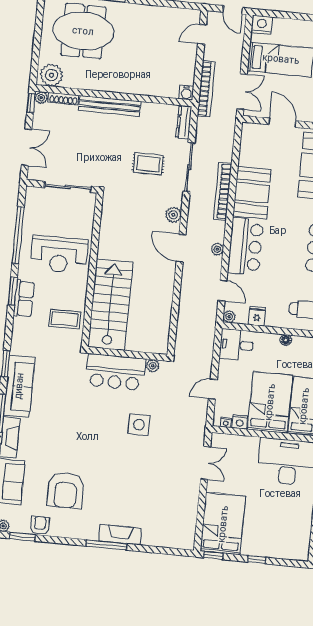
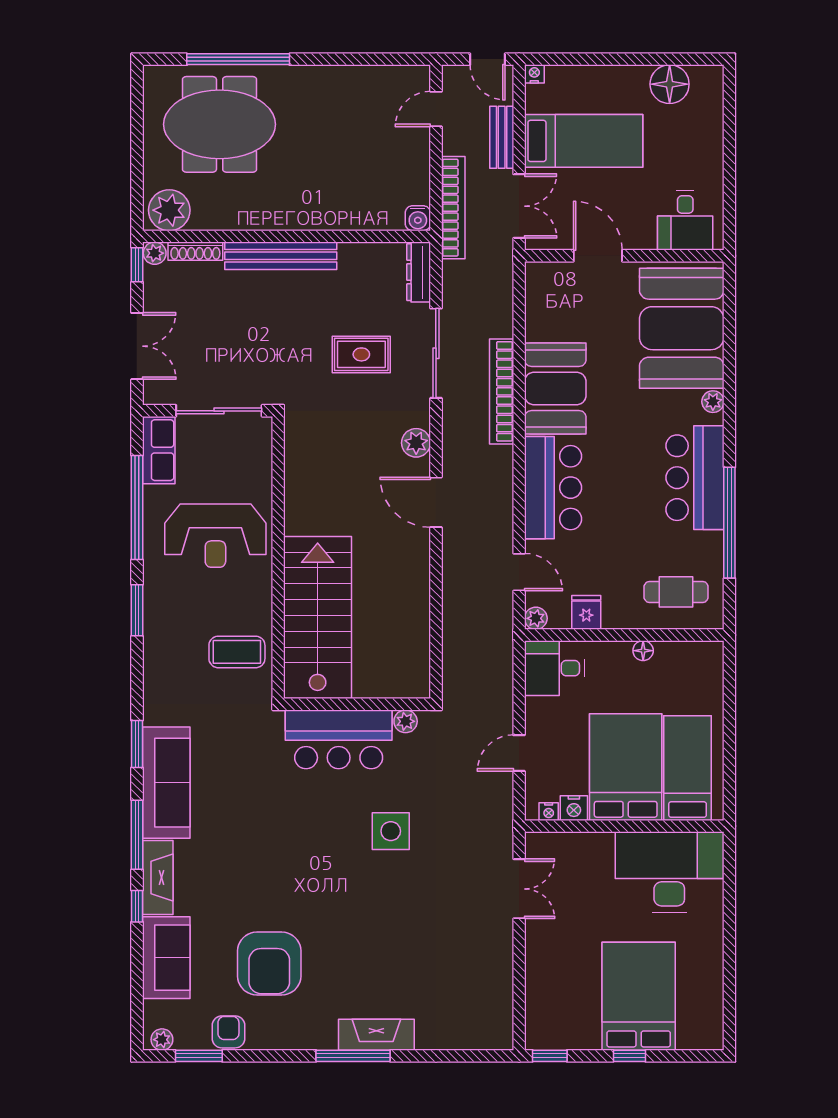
nightstand: (262, 25) -> (534, 74), width x0.53, depth x0.56
bench: (236, 53) -> (502, 137), added
plant: (217, 249) -> (502, 498), removed
row of seats: (24, 299) -> (159, 450), moved
bed: (223, 524) -> (639, 996), moved

